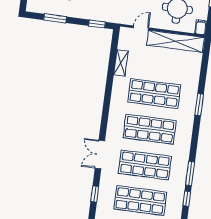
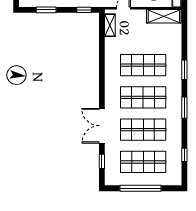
shelving: (175, 41) -> (164, 16), width x0.68
shelving: (121, 63) -> (110, 25), moved
double door: (100, 155) -> (102, 126), width x1.37
window: (190, 173) -> (184, 108), moved

